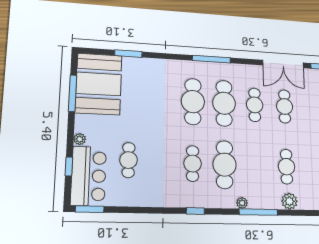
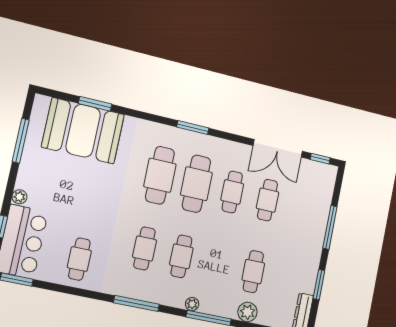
window: (211, 59) -> (193, 128), width x0.69
booth: (99, 84) -> (83, 131), moved, turned 90
cafe table: (129, 160) -> (79, 259), moved
cafe table: (225, 165) -> (181, 256), width x0.73, depth x0.74
window: (195, 211) -> (136, 303), width x2.17

